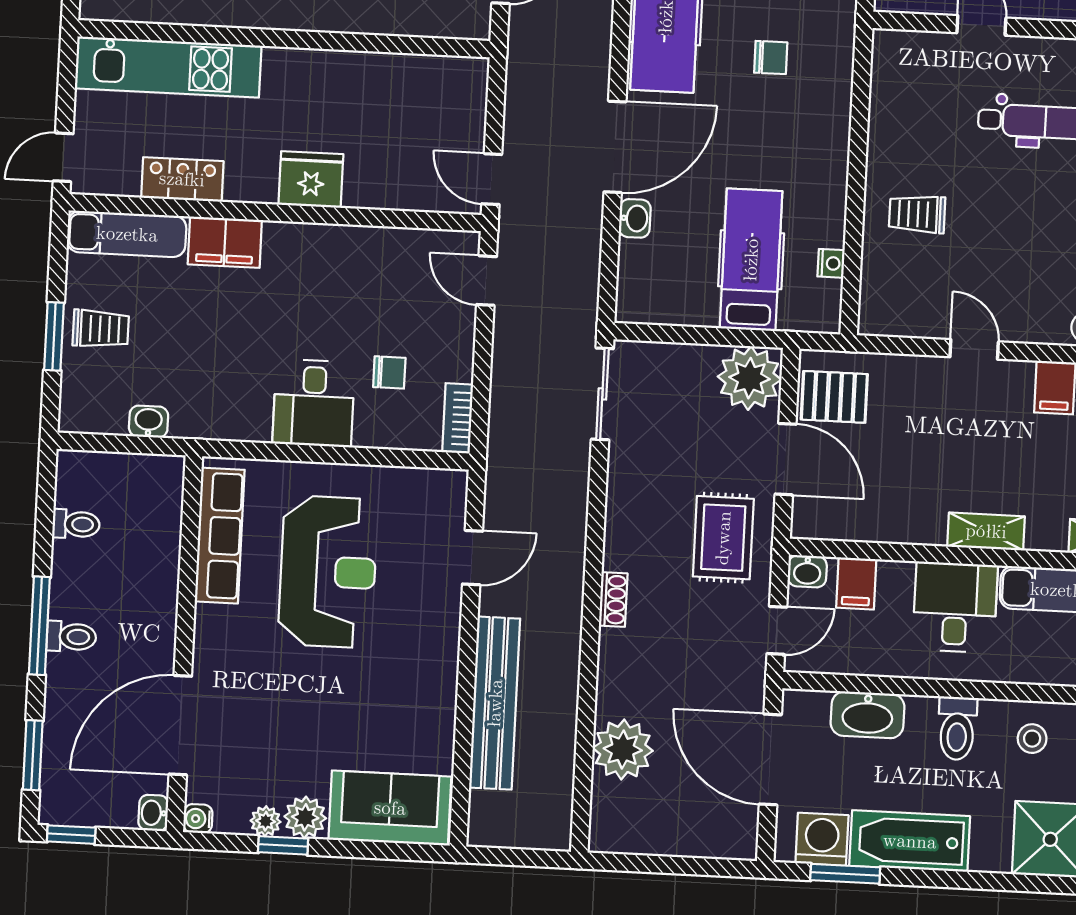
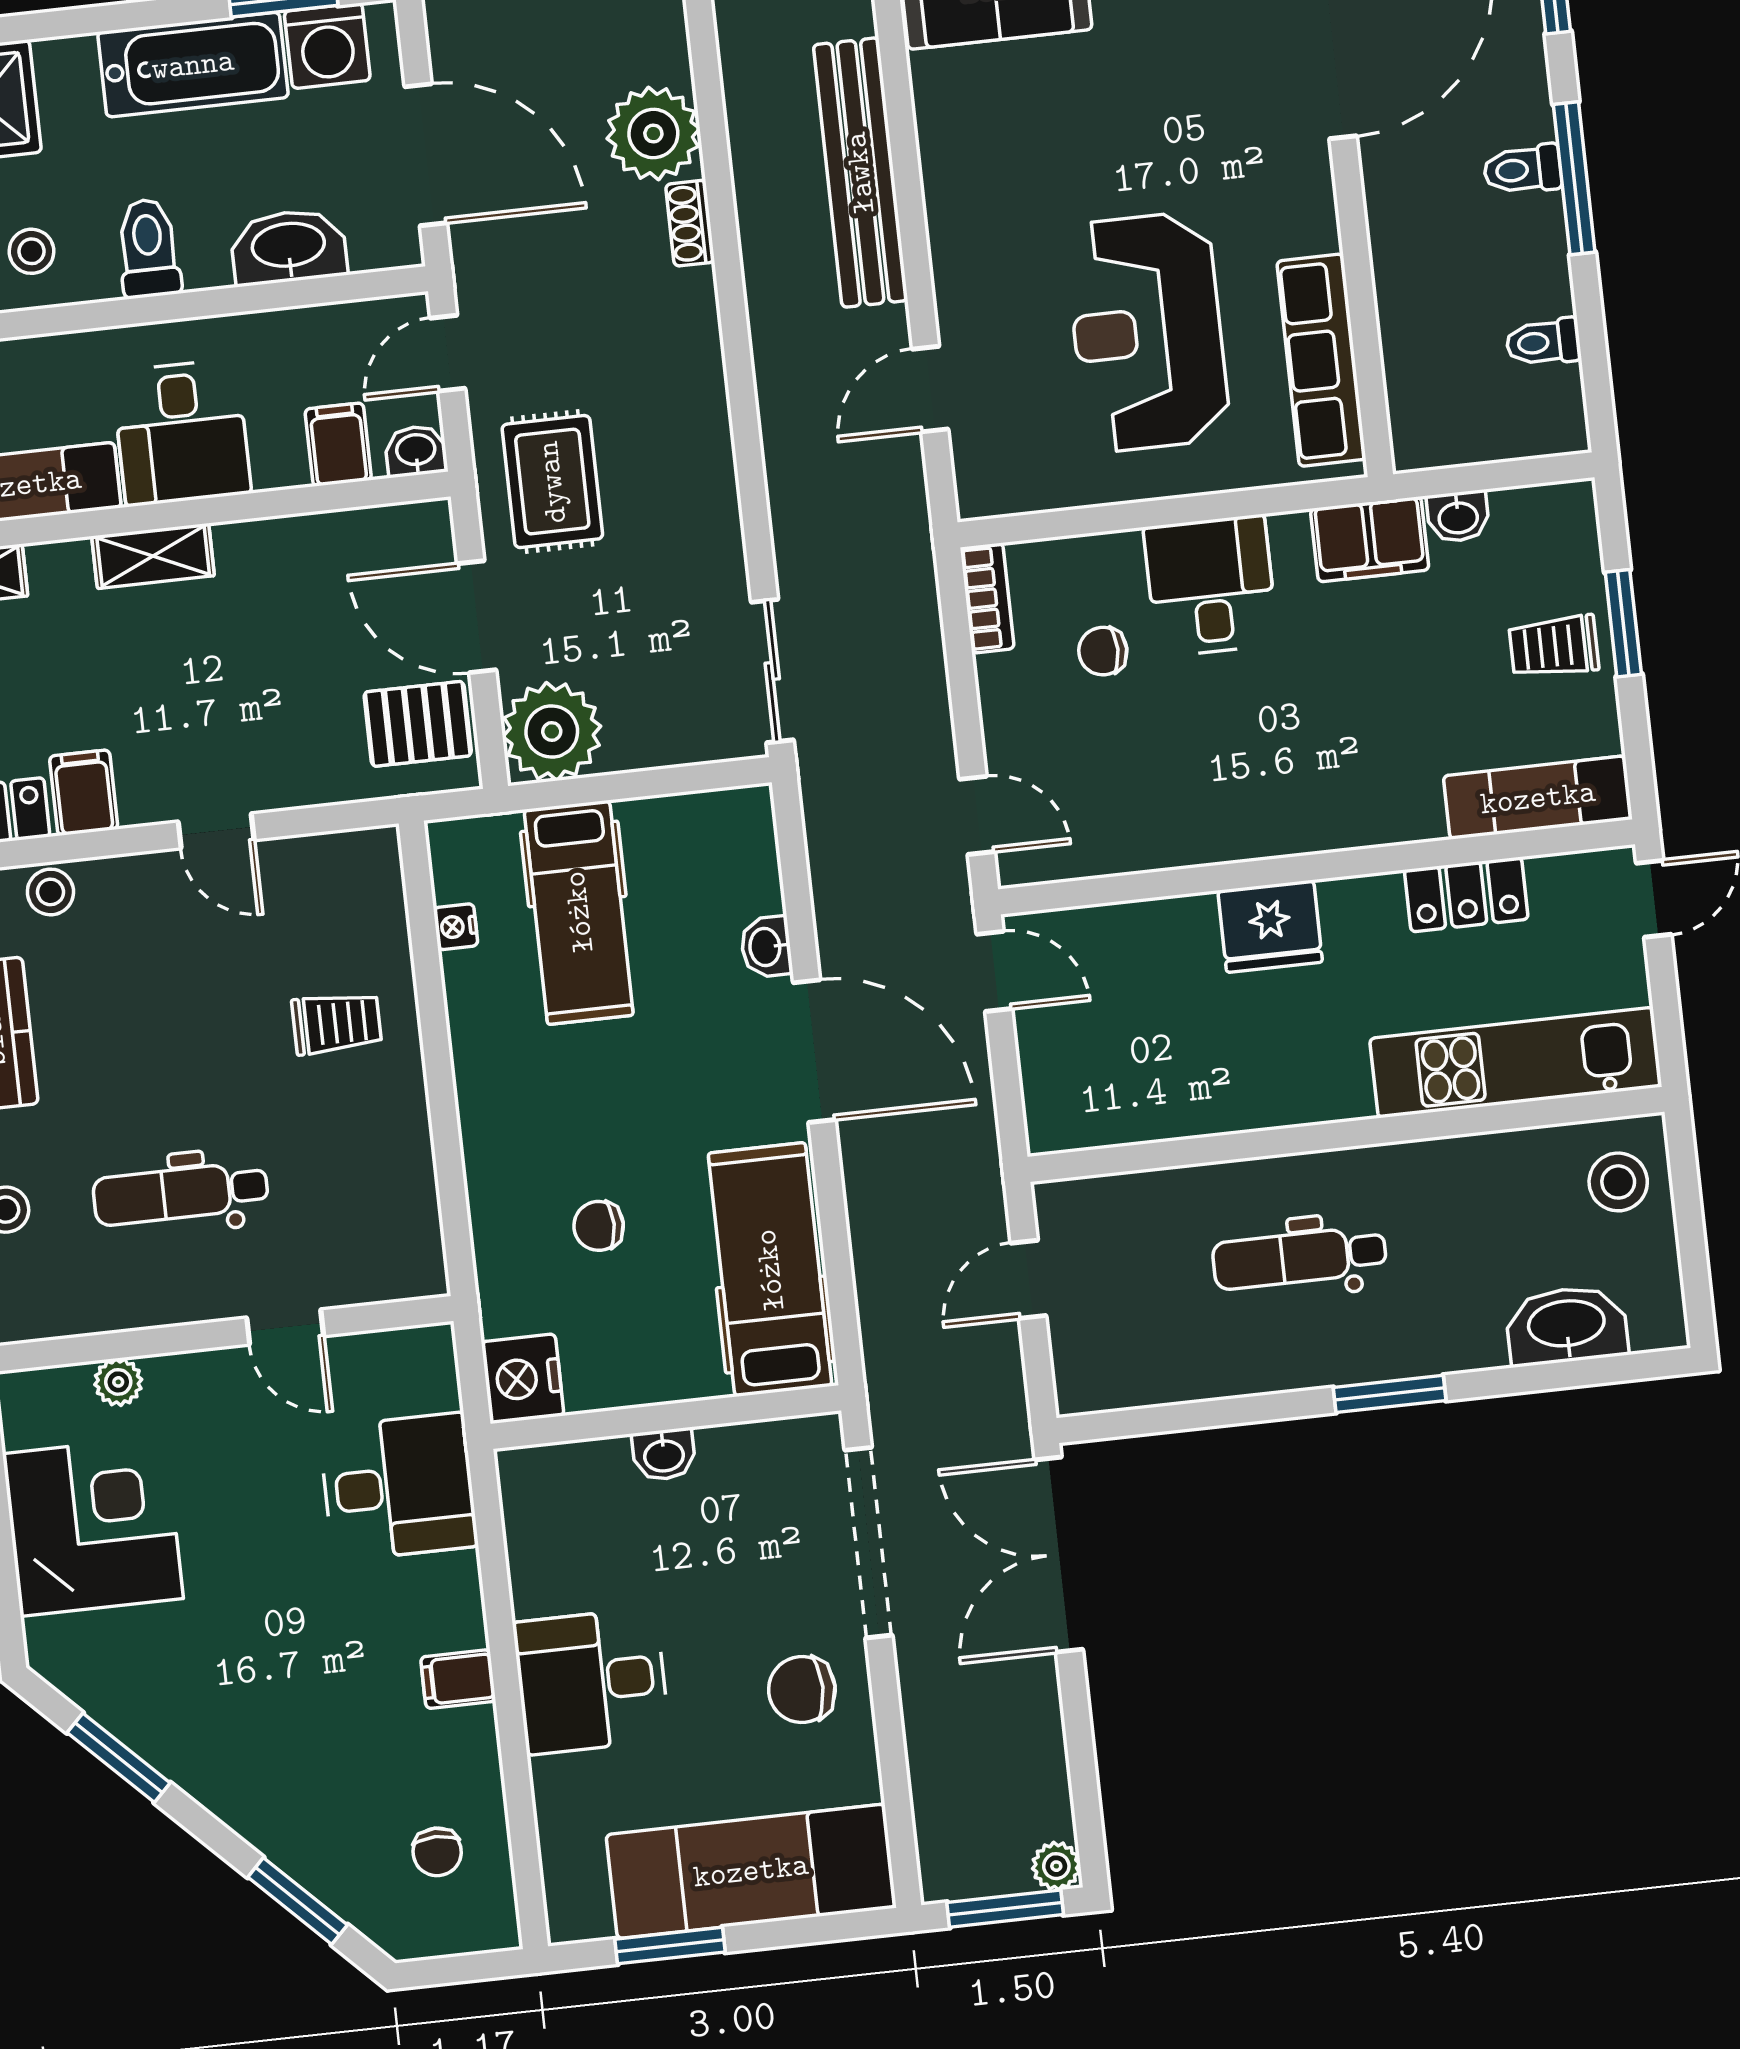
door: (615, 147) -> (814, 1051), swing flipped
filing cabinet: (225, 242) -> (1370, 539), moved, turned 180
shoe rack: (613, 600) -> (690, 223), moved

